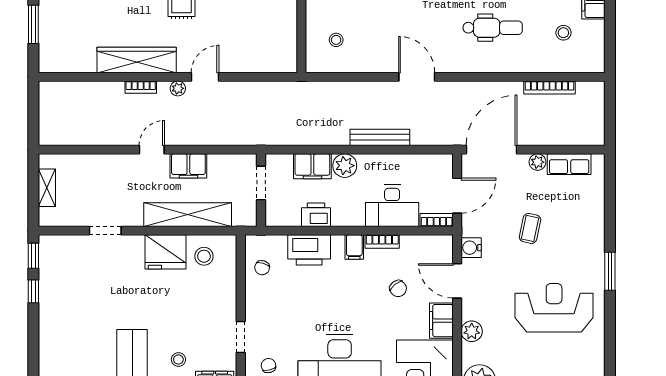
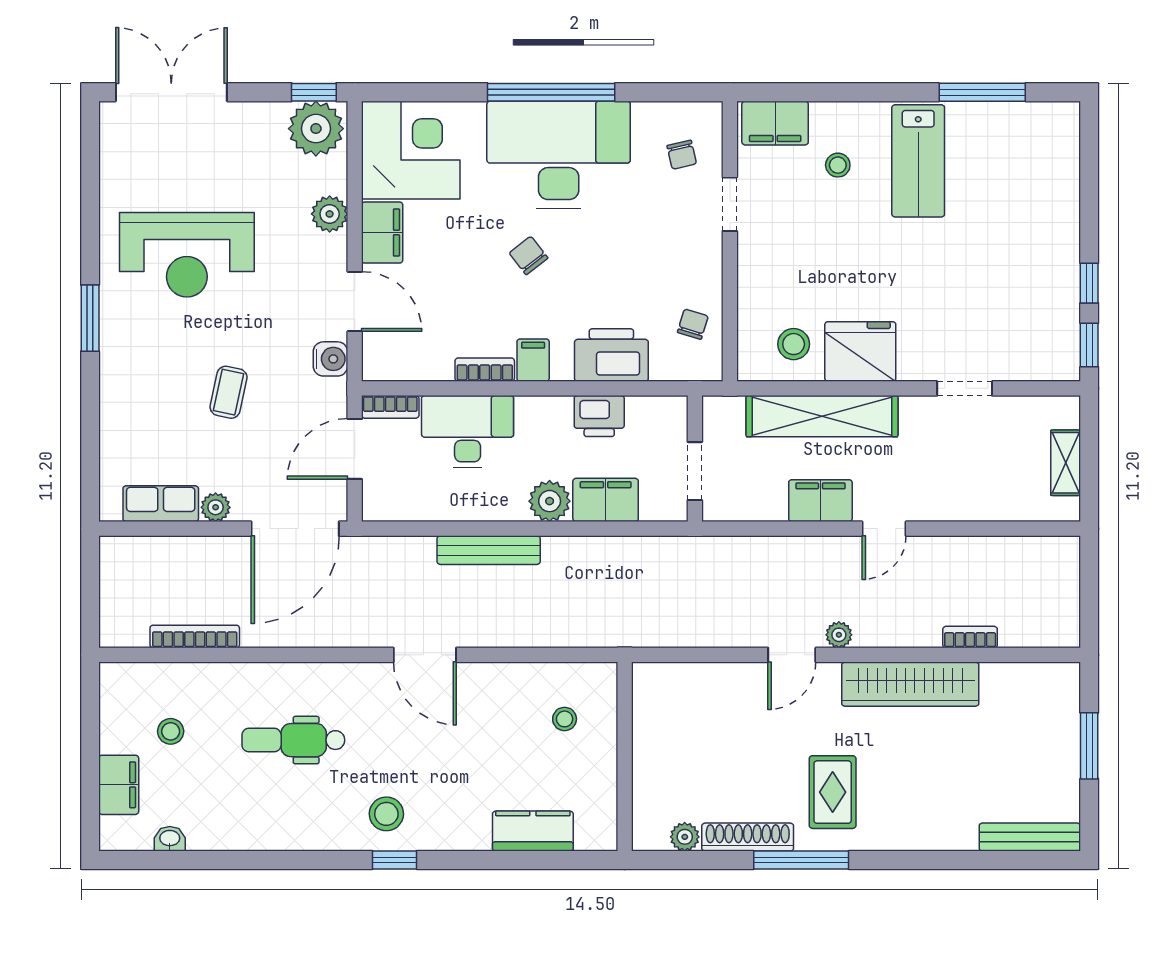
bookcase: (141, 87) -> (970, 637), moved
chair: (398, 289) -> (529, 255), moved

